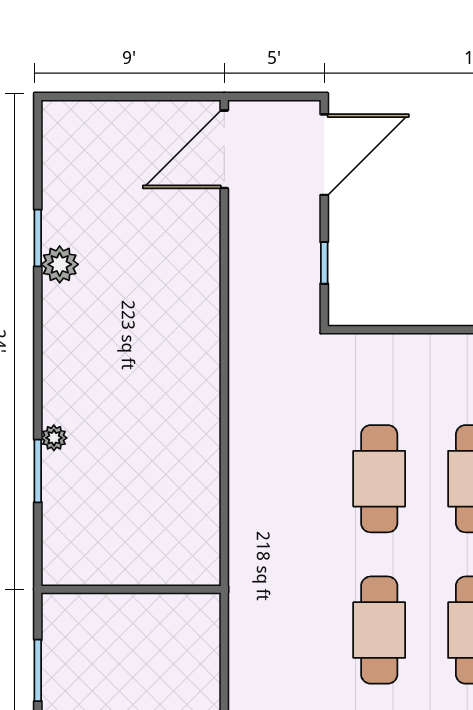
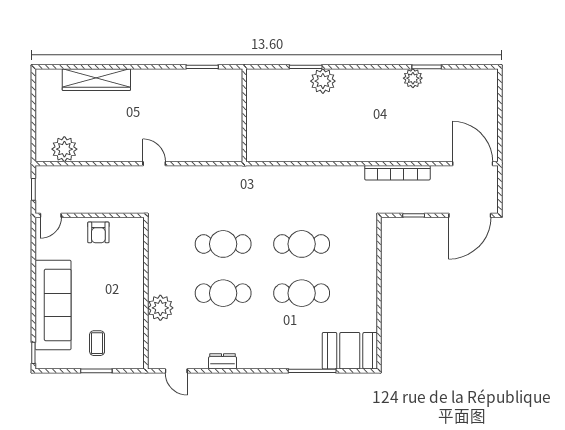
door: (324, 155) -> (470, 215), hinge flipped
bookcase: (242, 294) -> (397, 173), added
plant: (54, 438) -> (323, 81), width x1.88, depth x1.88

